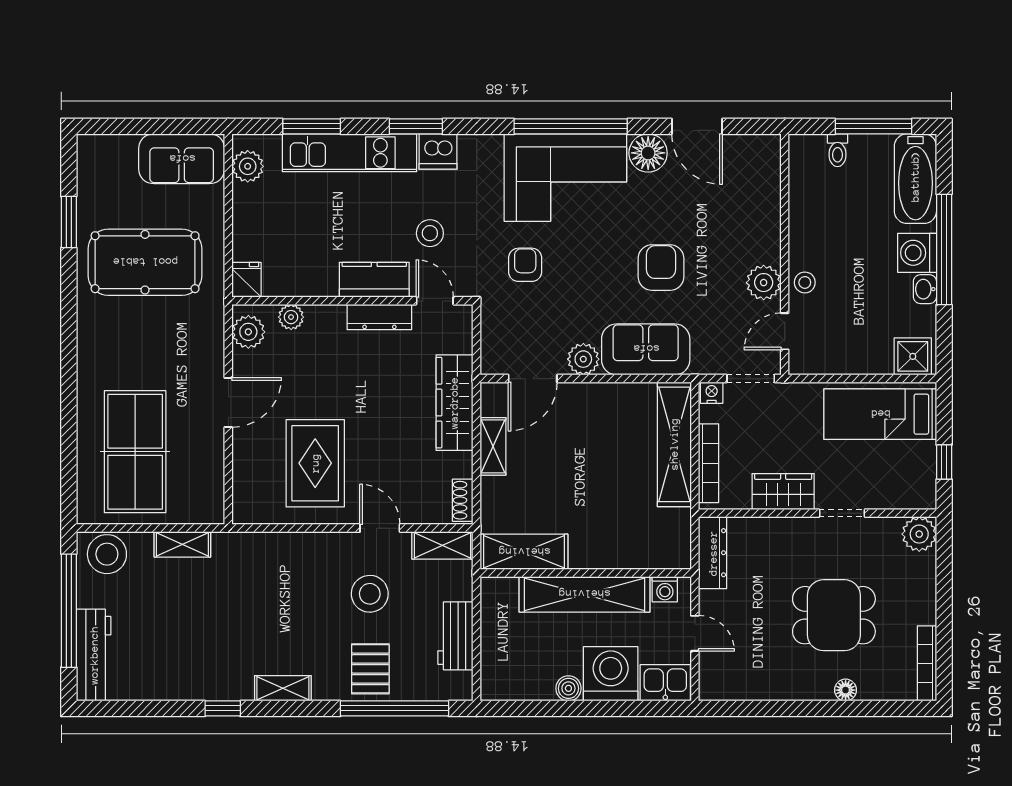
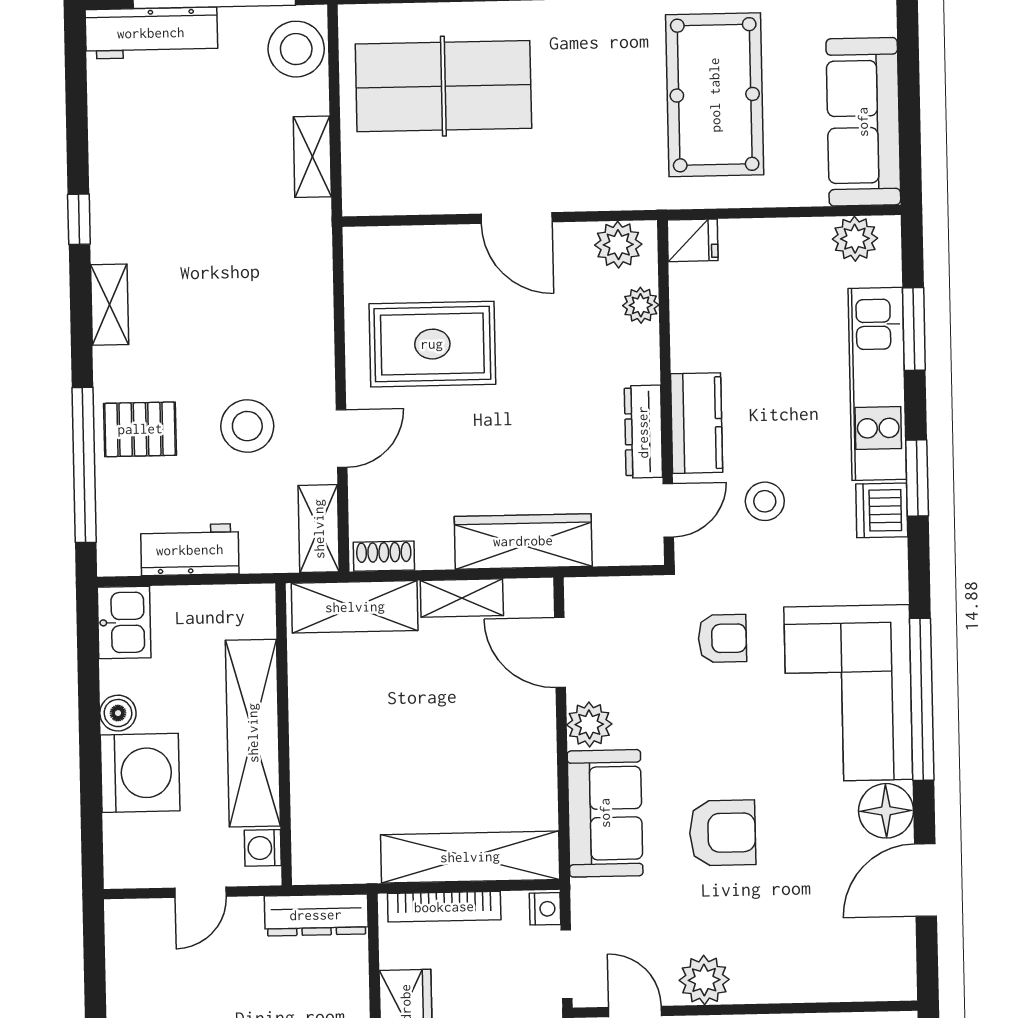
sofa: (182, 159) -> (863, 122), width x1.36
shelving: (524, 552) -> (355, 607), moved, turned 90
kitchen sink: (665, 683) -> (124, 622), moved

